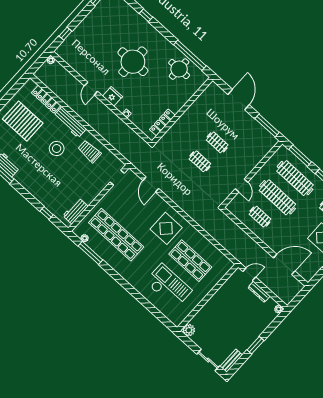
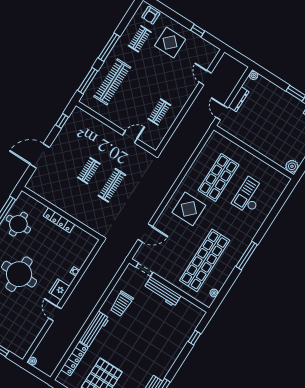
door: (91, 89) -> (55, 313), swing flipped
locker: (162, 122) -> (59, 220), moved
window: (267, 126) -> (62, 121), width x0.46
stool: (57, 148) -> (124, 339), removed
clothes rail: (200, 161) -> (112, 185), width x1.36
clothes rail: (278, 197) -> (136, 97), removed
workbench: (75, 211) -> (162, 292), moved, width x1.38
window: (90, 253) -> (247, 256), moved
door: (284, 264) -> (205, 78), width x0.53
checkout: (168, 286) -> (249, 196), width x0.73, depth x0.83

